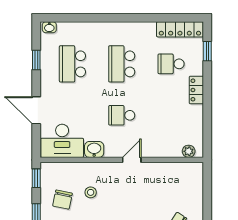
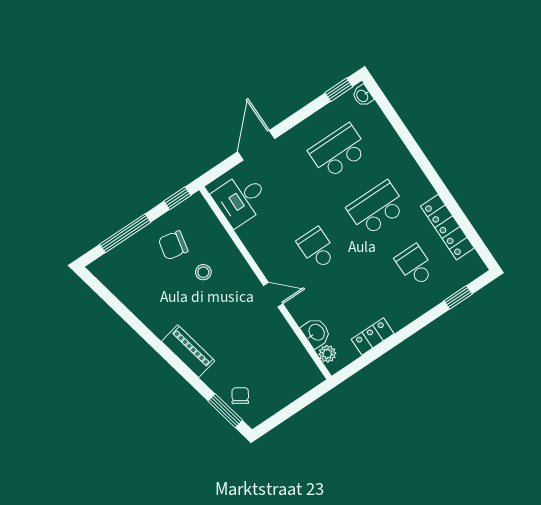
locker: (180, 29) -> (447, 227), moved
window: (36, 60) -> (339, 90), moved
locker: (196, 90) -> (373, 336), moved
desk: (62, 141) -> (241, 199), width x0.73
washbasin: (94, 149) -> (316, 333), moved

